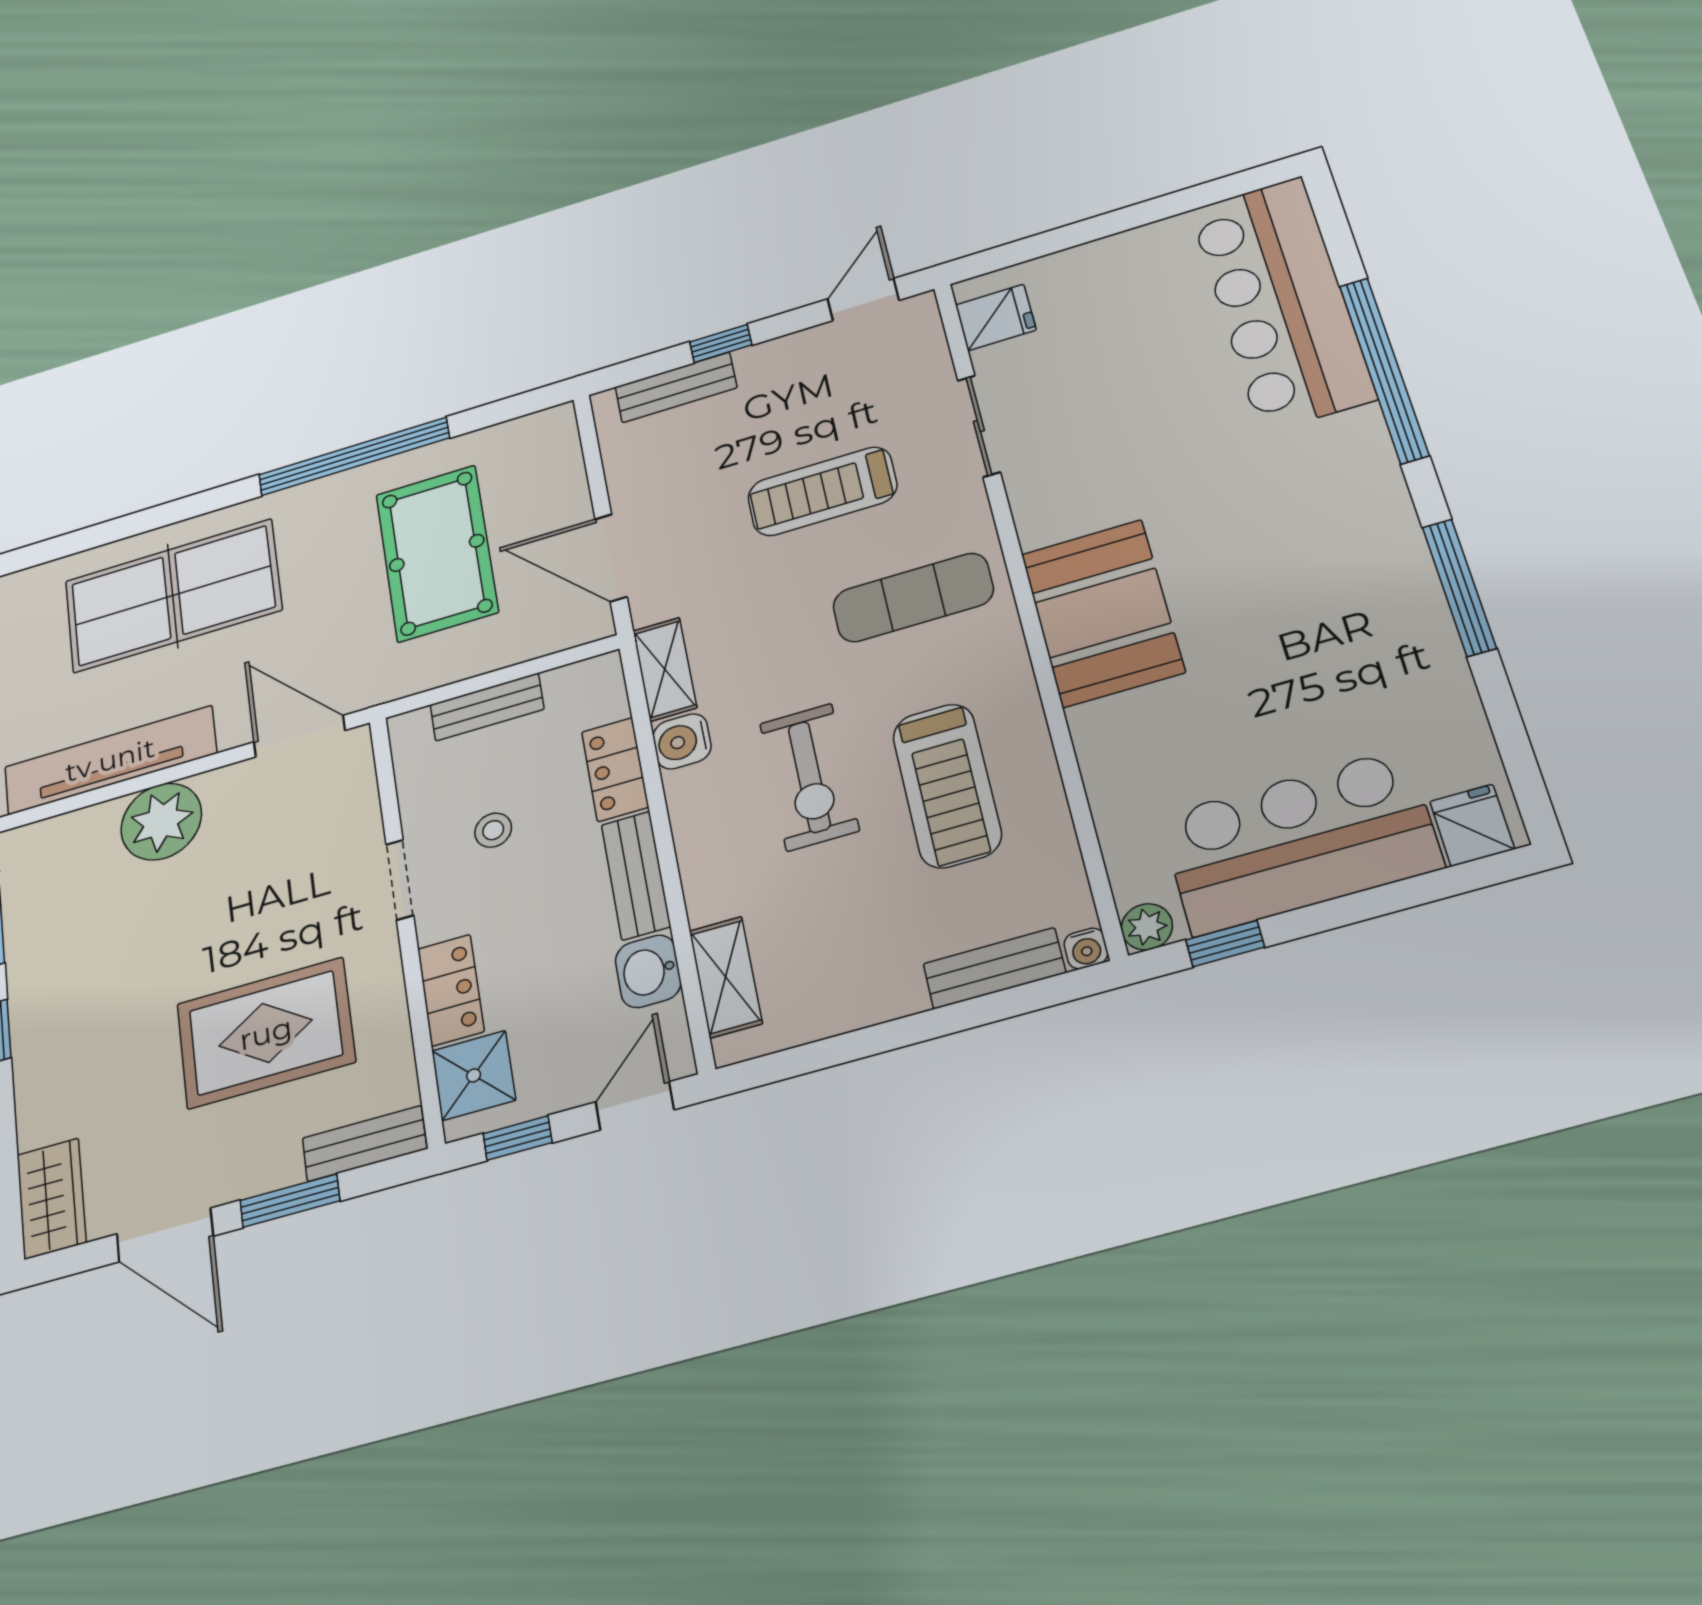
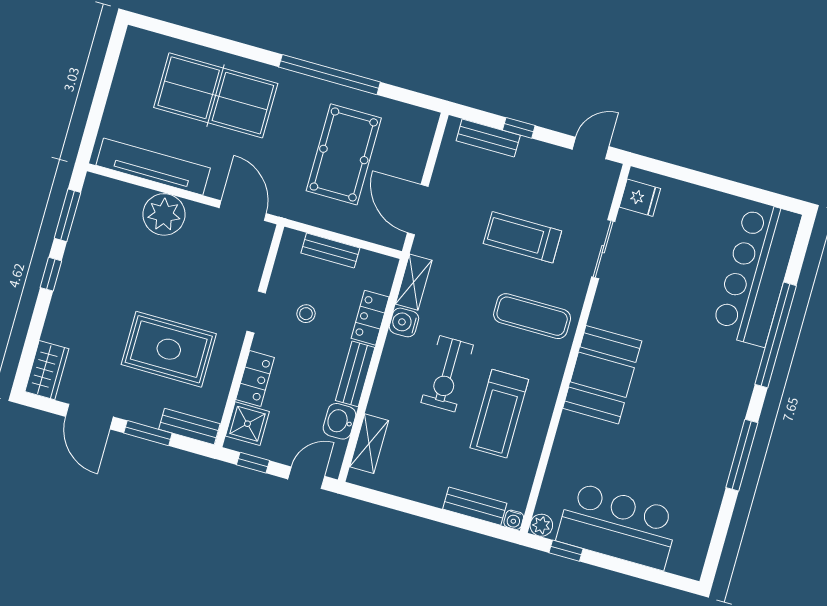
fridge: (1472, 825) -> (684, 560), removed

